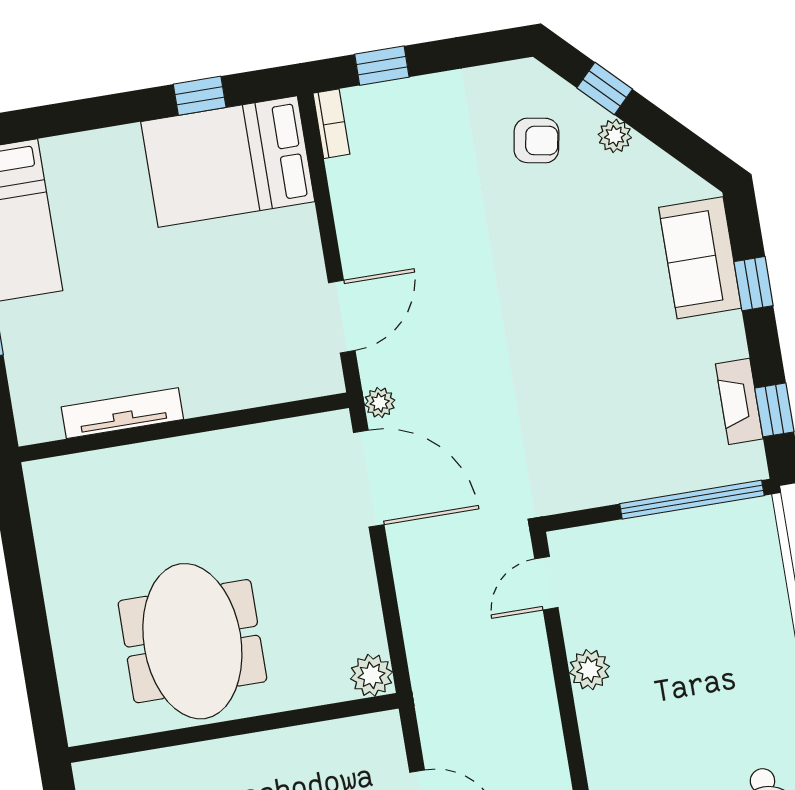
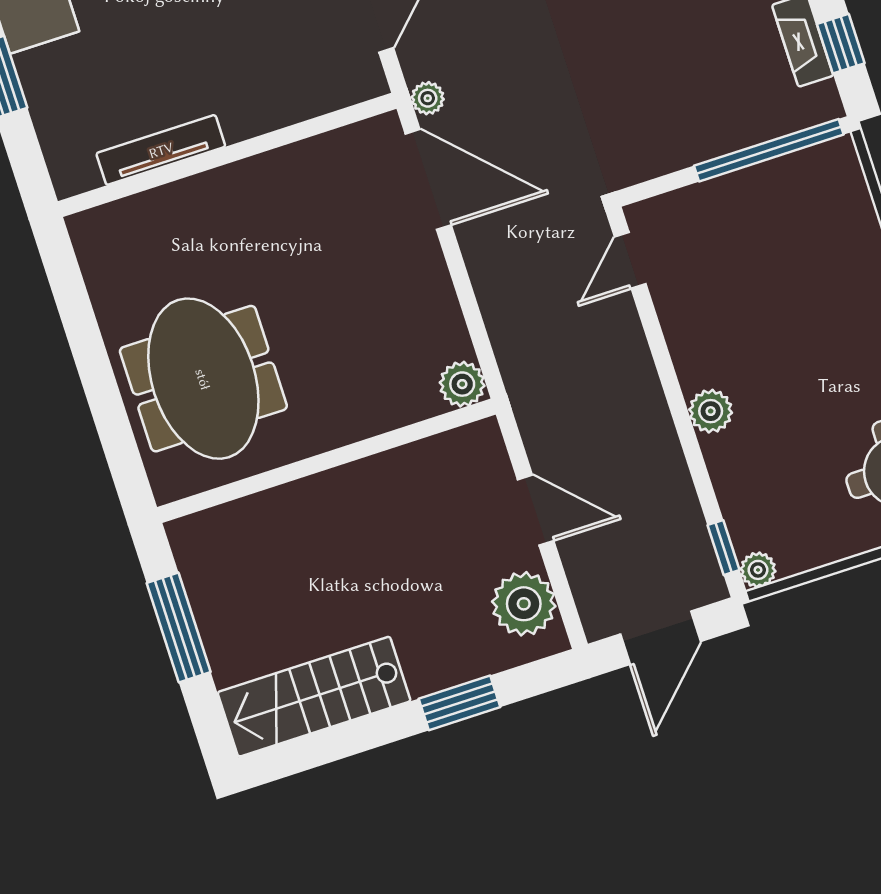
meeting table: (192, 641) -> (203, 379), moved
plant: (589, 670) -> (711, 411), moved

